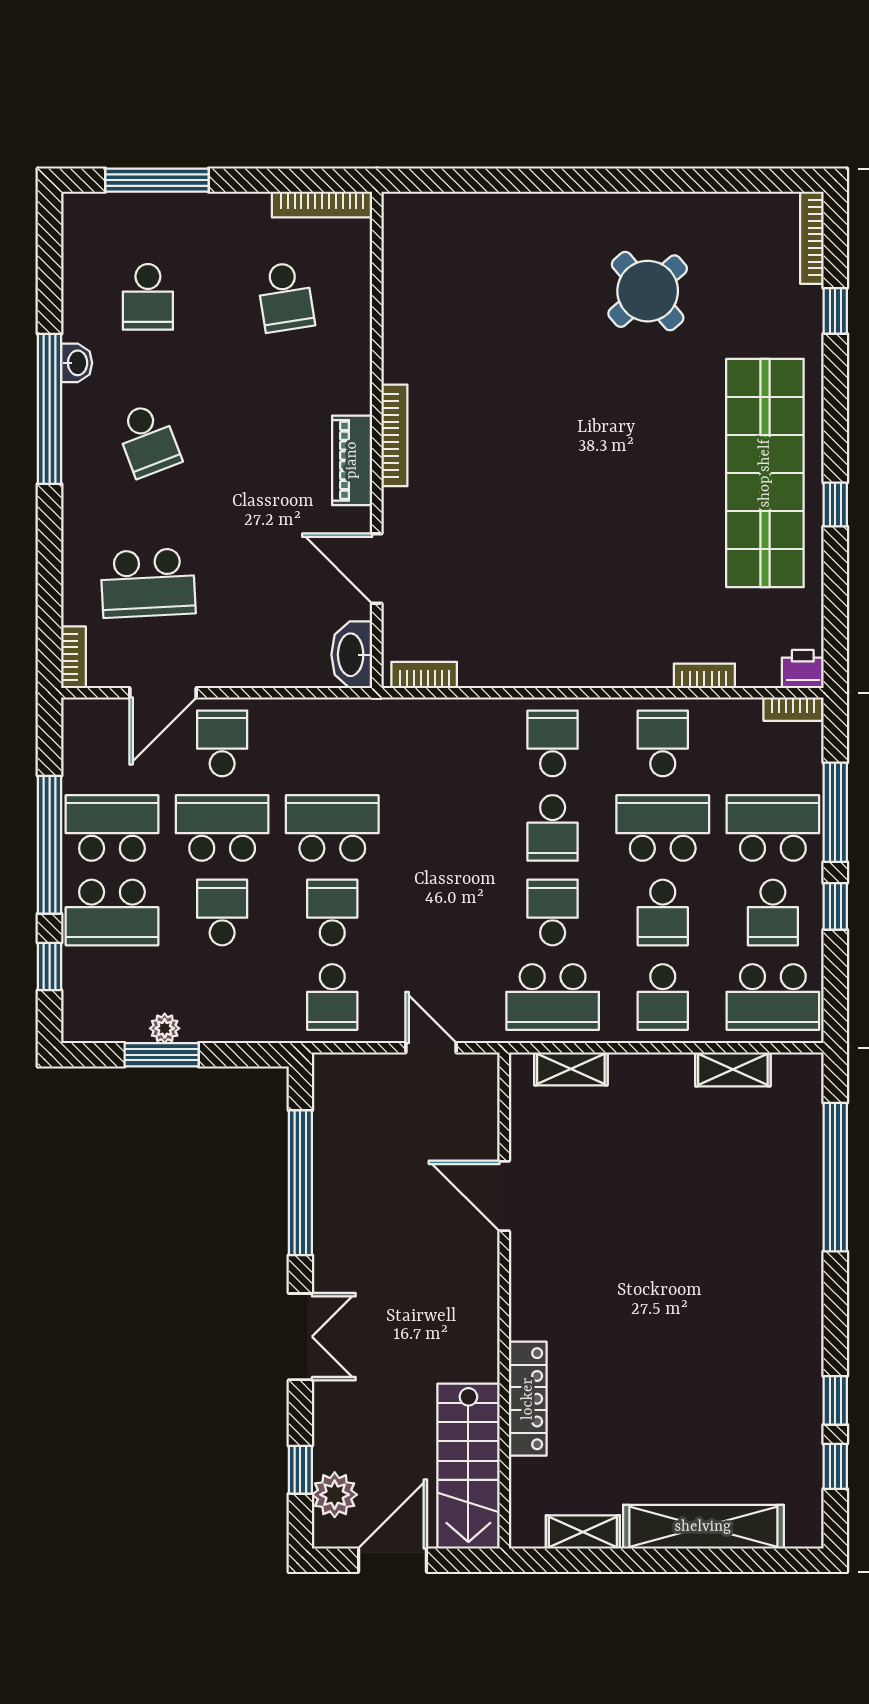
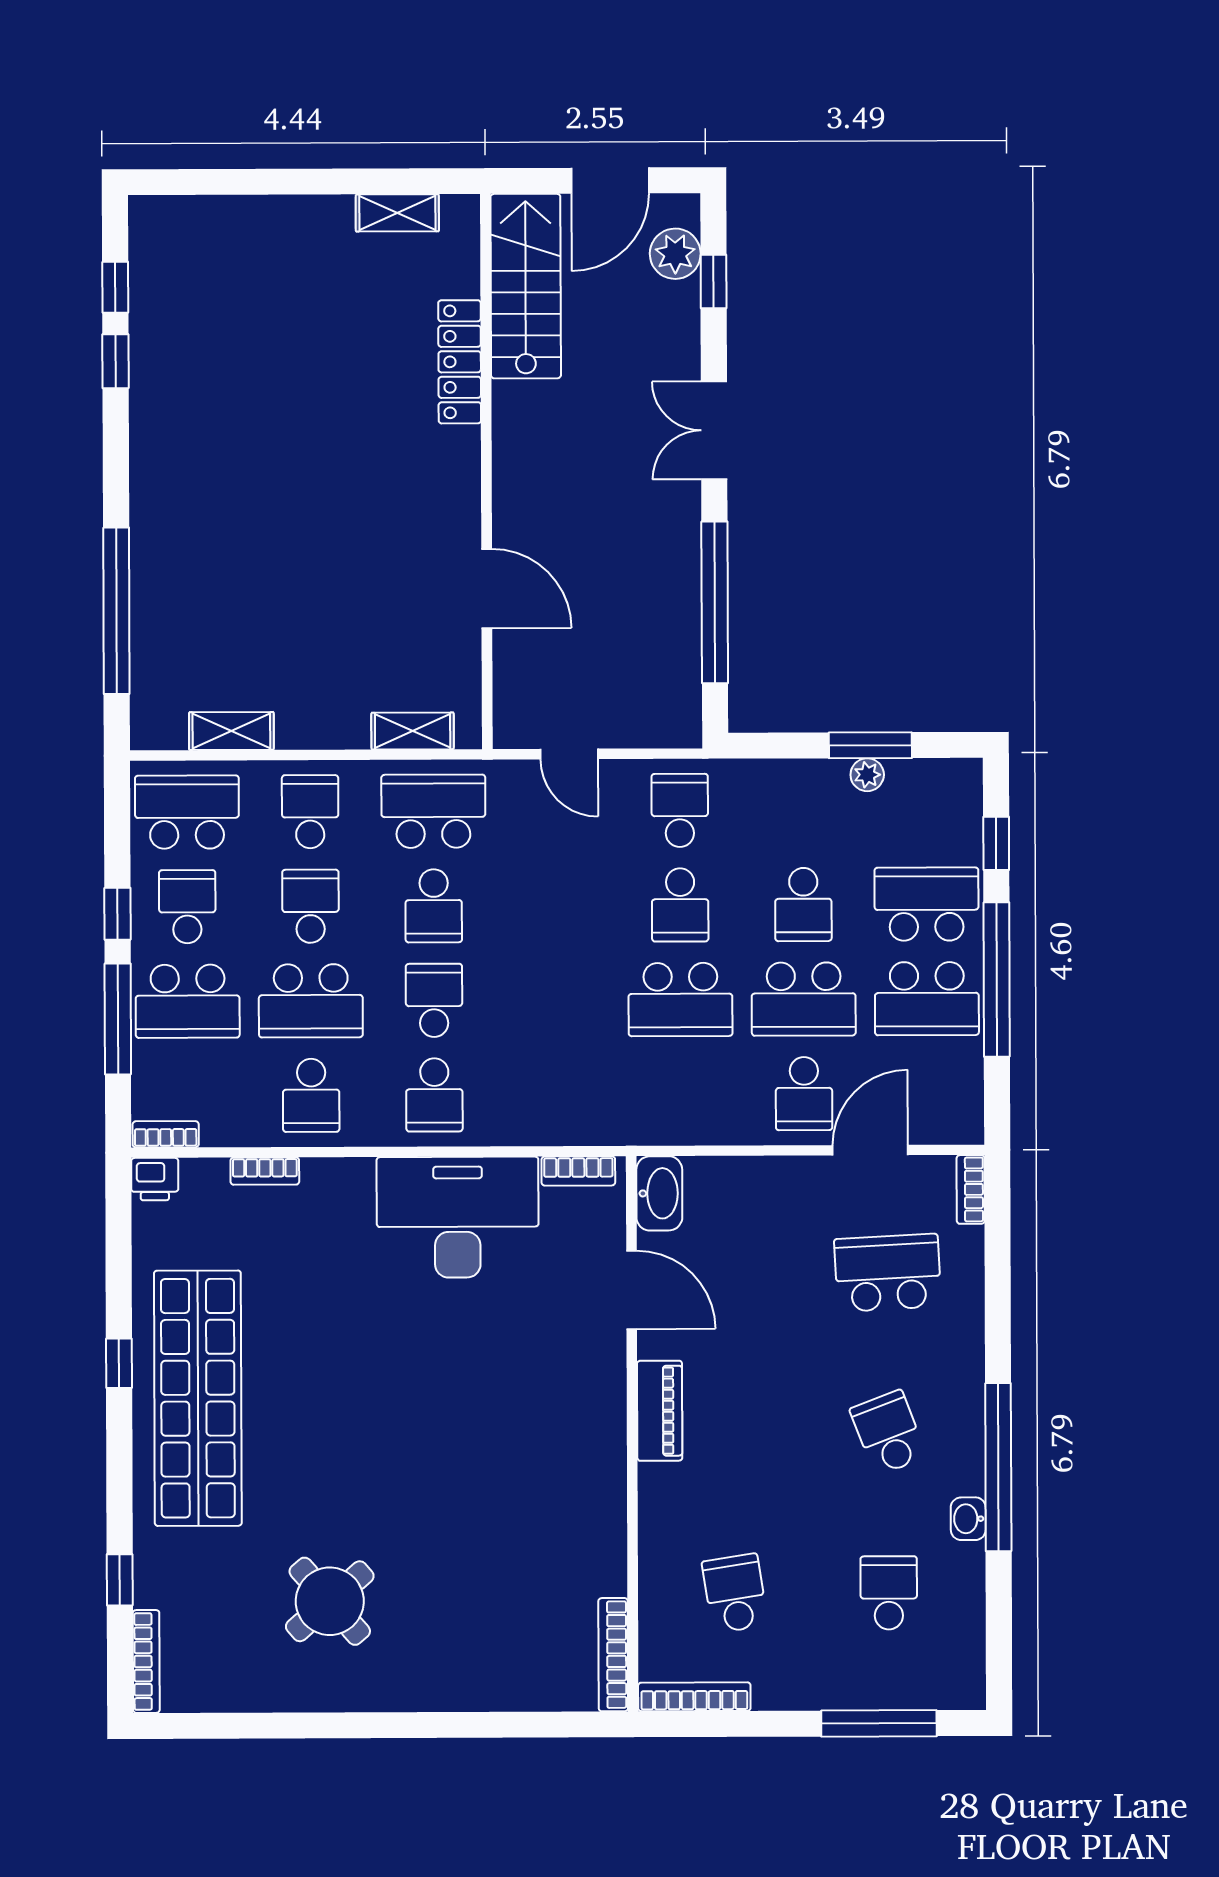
bookcase: (394, 435) -> (613, 1655), moved
desk: (532, 634) -> (458, 1217), added
shelving: (703, 1527) -> (263, 219), removed

